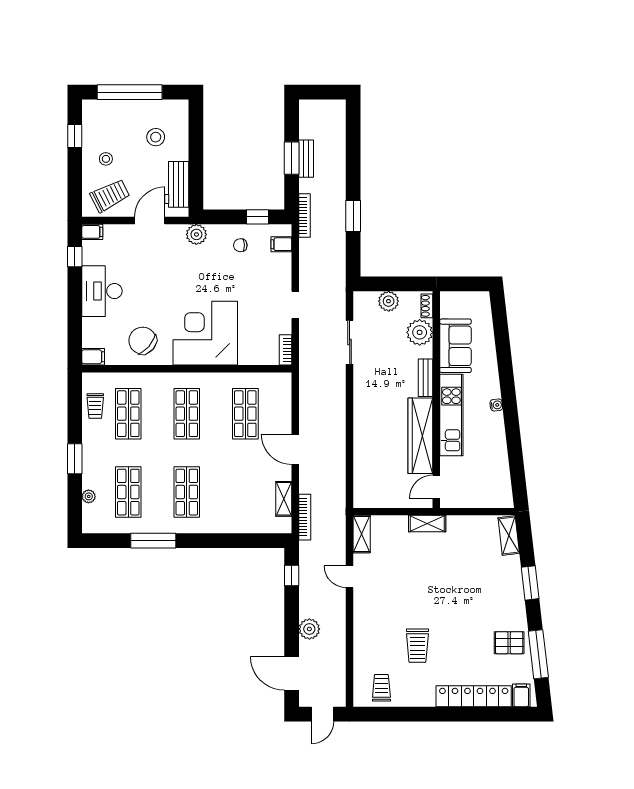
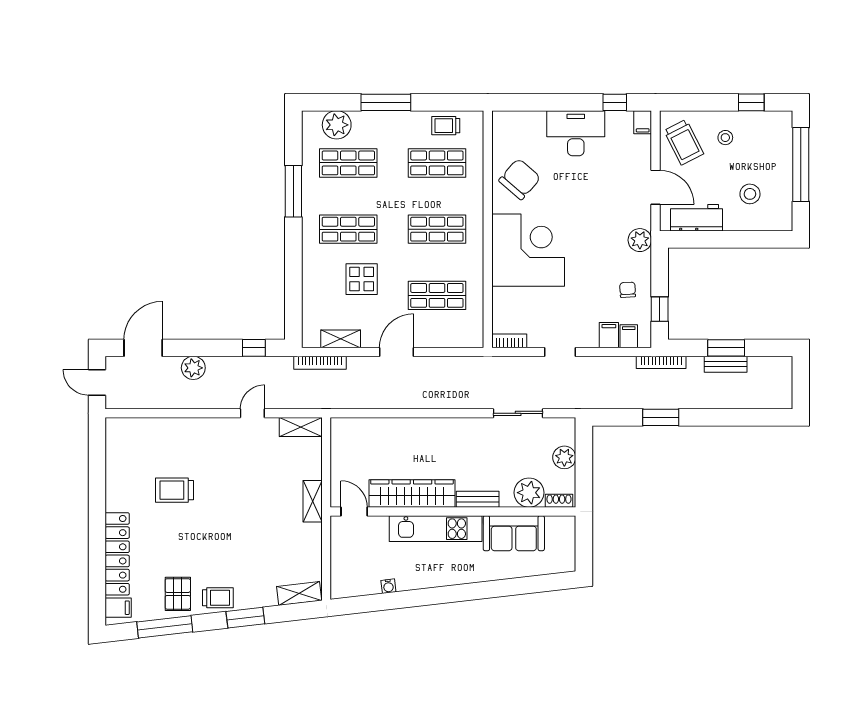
filing cabinet: (93, 357) -> (609, 335), moved, turned 180
water cooler: (496, 405) -> (388, 586), moved
window: (75, 459) -> (386, 102), width x1.44
display table: (231, 480) -> (362, 279), added
plant: (89, 496) -> (337, 125), width x1.87, depth x1.87
trolley: (381, 688) -> (218, 598), moved

